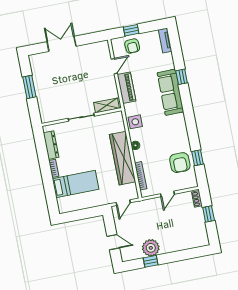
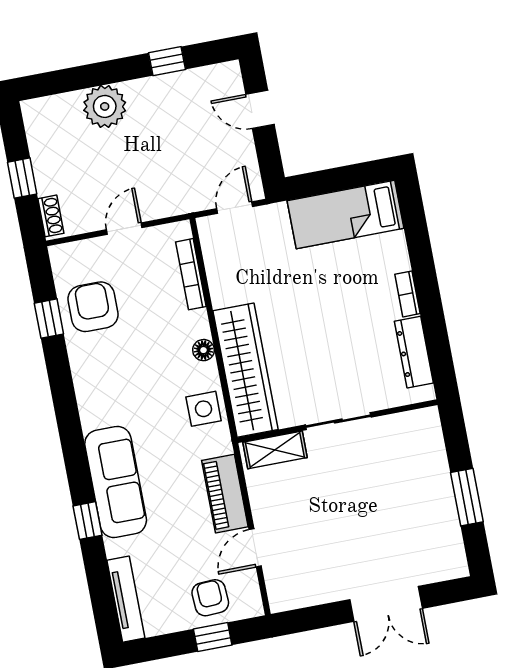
tv unit: (165, 40) -> (126, 599), width x1.41
wardrobe: (123, 158) -> (245, 370), moved
bed: (76, 184) -> (346, 214), moved
plant: (151, 248) -> (105, 106), moved

